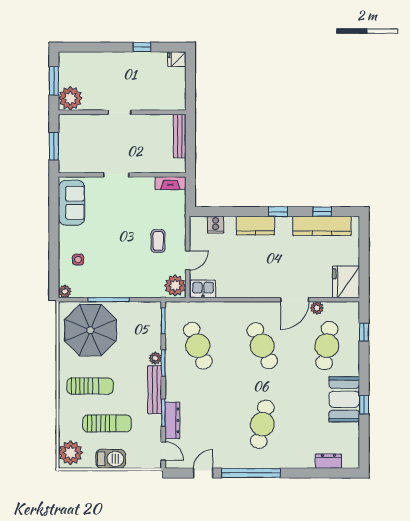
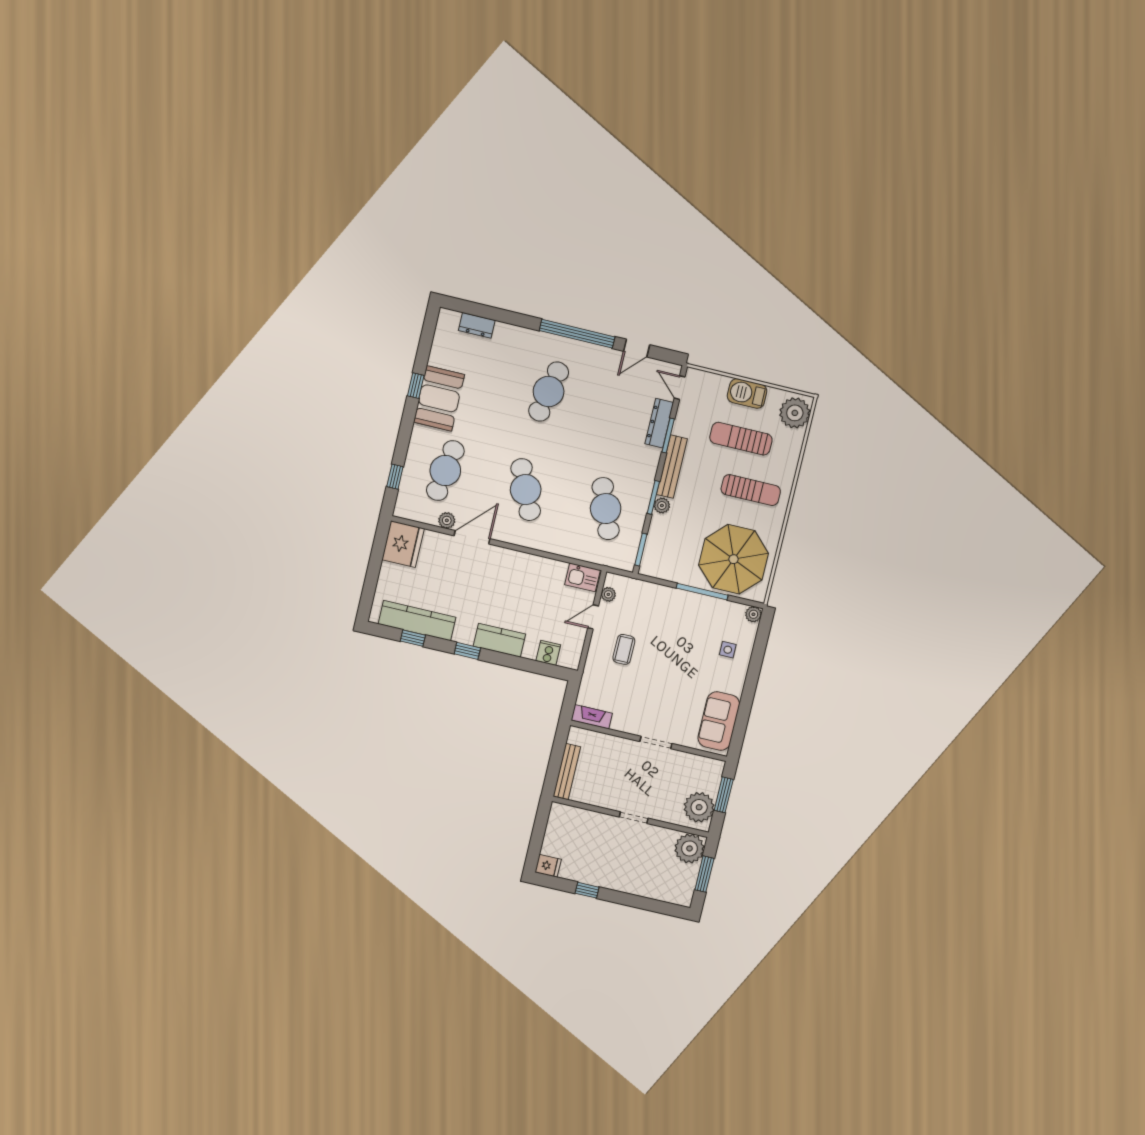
plant: (71, 132) -> (699, 807), added
plant: (175, 286) -> (608, 594), width x0.53, depth x0.53
sun lounger: (90, 386) -> (751, 490), turned 180

